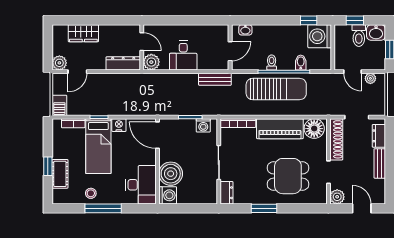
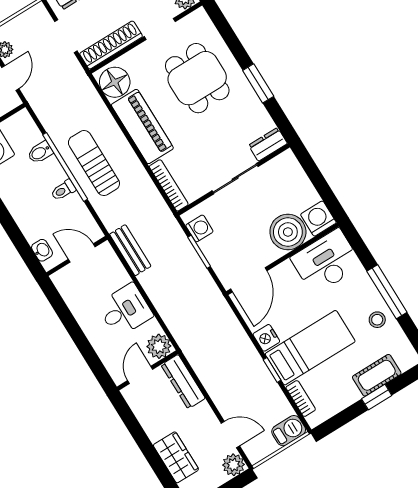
sun lounger: (276, 89) -> (94, 163), width x0.73, depth x0.75

